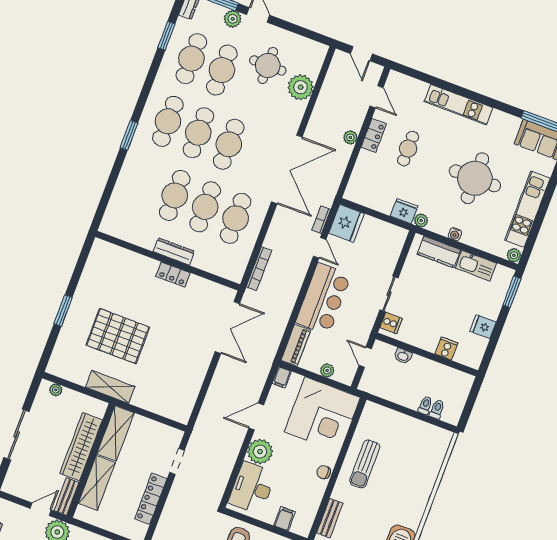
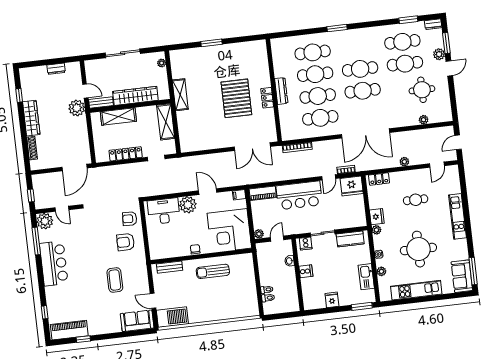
plant: (301, 87) -> (424, 120), width x0.53, depth x0.53
cafe table: (168, 121) -> (313, 52), moved
locker: (374, 135) -> (379, 179), moved
kitchen counter: (439, 252) -> (350, 239), moved, turned -90
plant: (514, 255) -> (381, 271), moved
pallet: (118, 336) -> (236, 98), moved
cooker: (446, 349) -> (306, 271), moved
plant: (327, 370) -> (259, 234), moved
shelving: (116, 433) -> (166, 122), moved, turned 90
filing cabinet: (284, 519) -> (155, 240), removed

